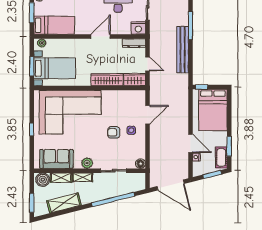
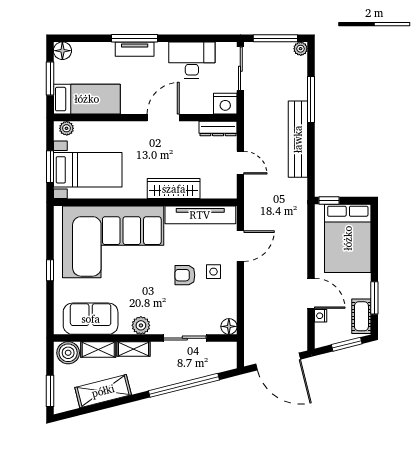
wardrobe: (135, 80) -> (219, 188), removed
tv unit: (123, 96) -> (200, 215), added

